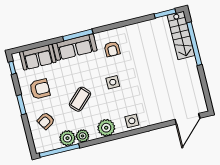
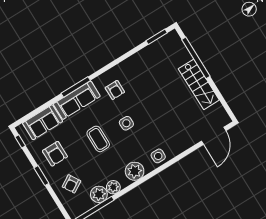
stairs: (181, 35) -> (199, 84), moved
armchair: (40, 89) -> (55, 154), turned 90
coffee table: (80, 99) -> (98, 139), moved, turned -46

